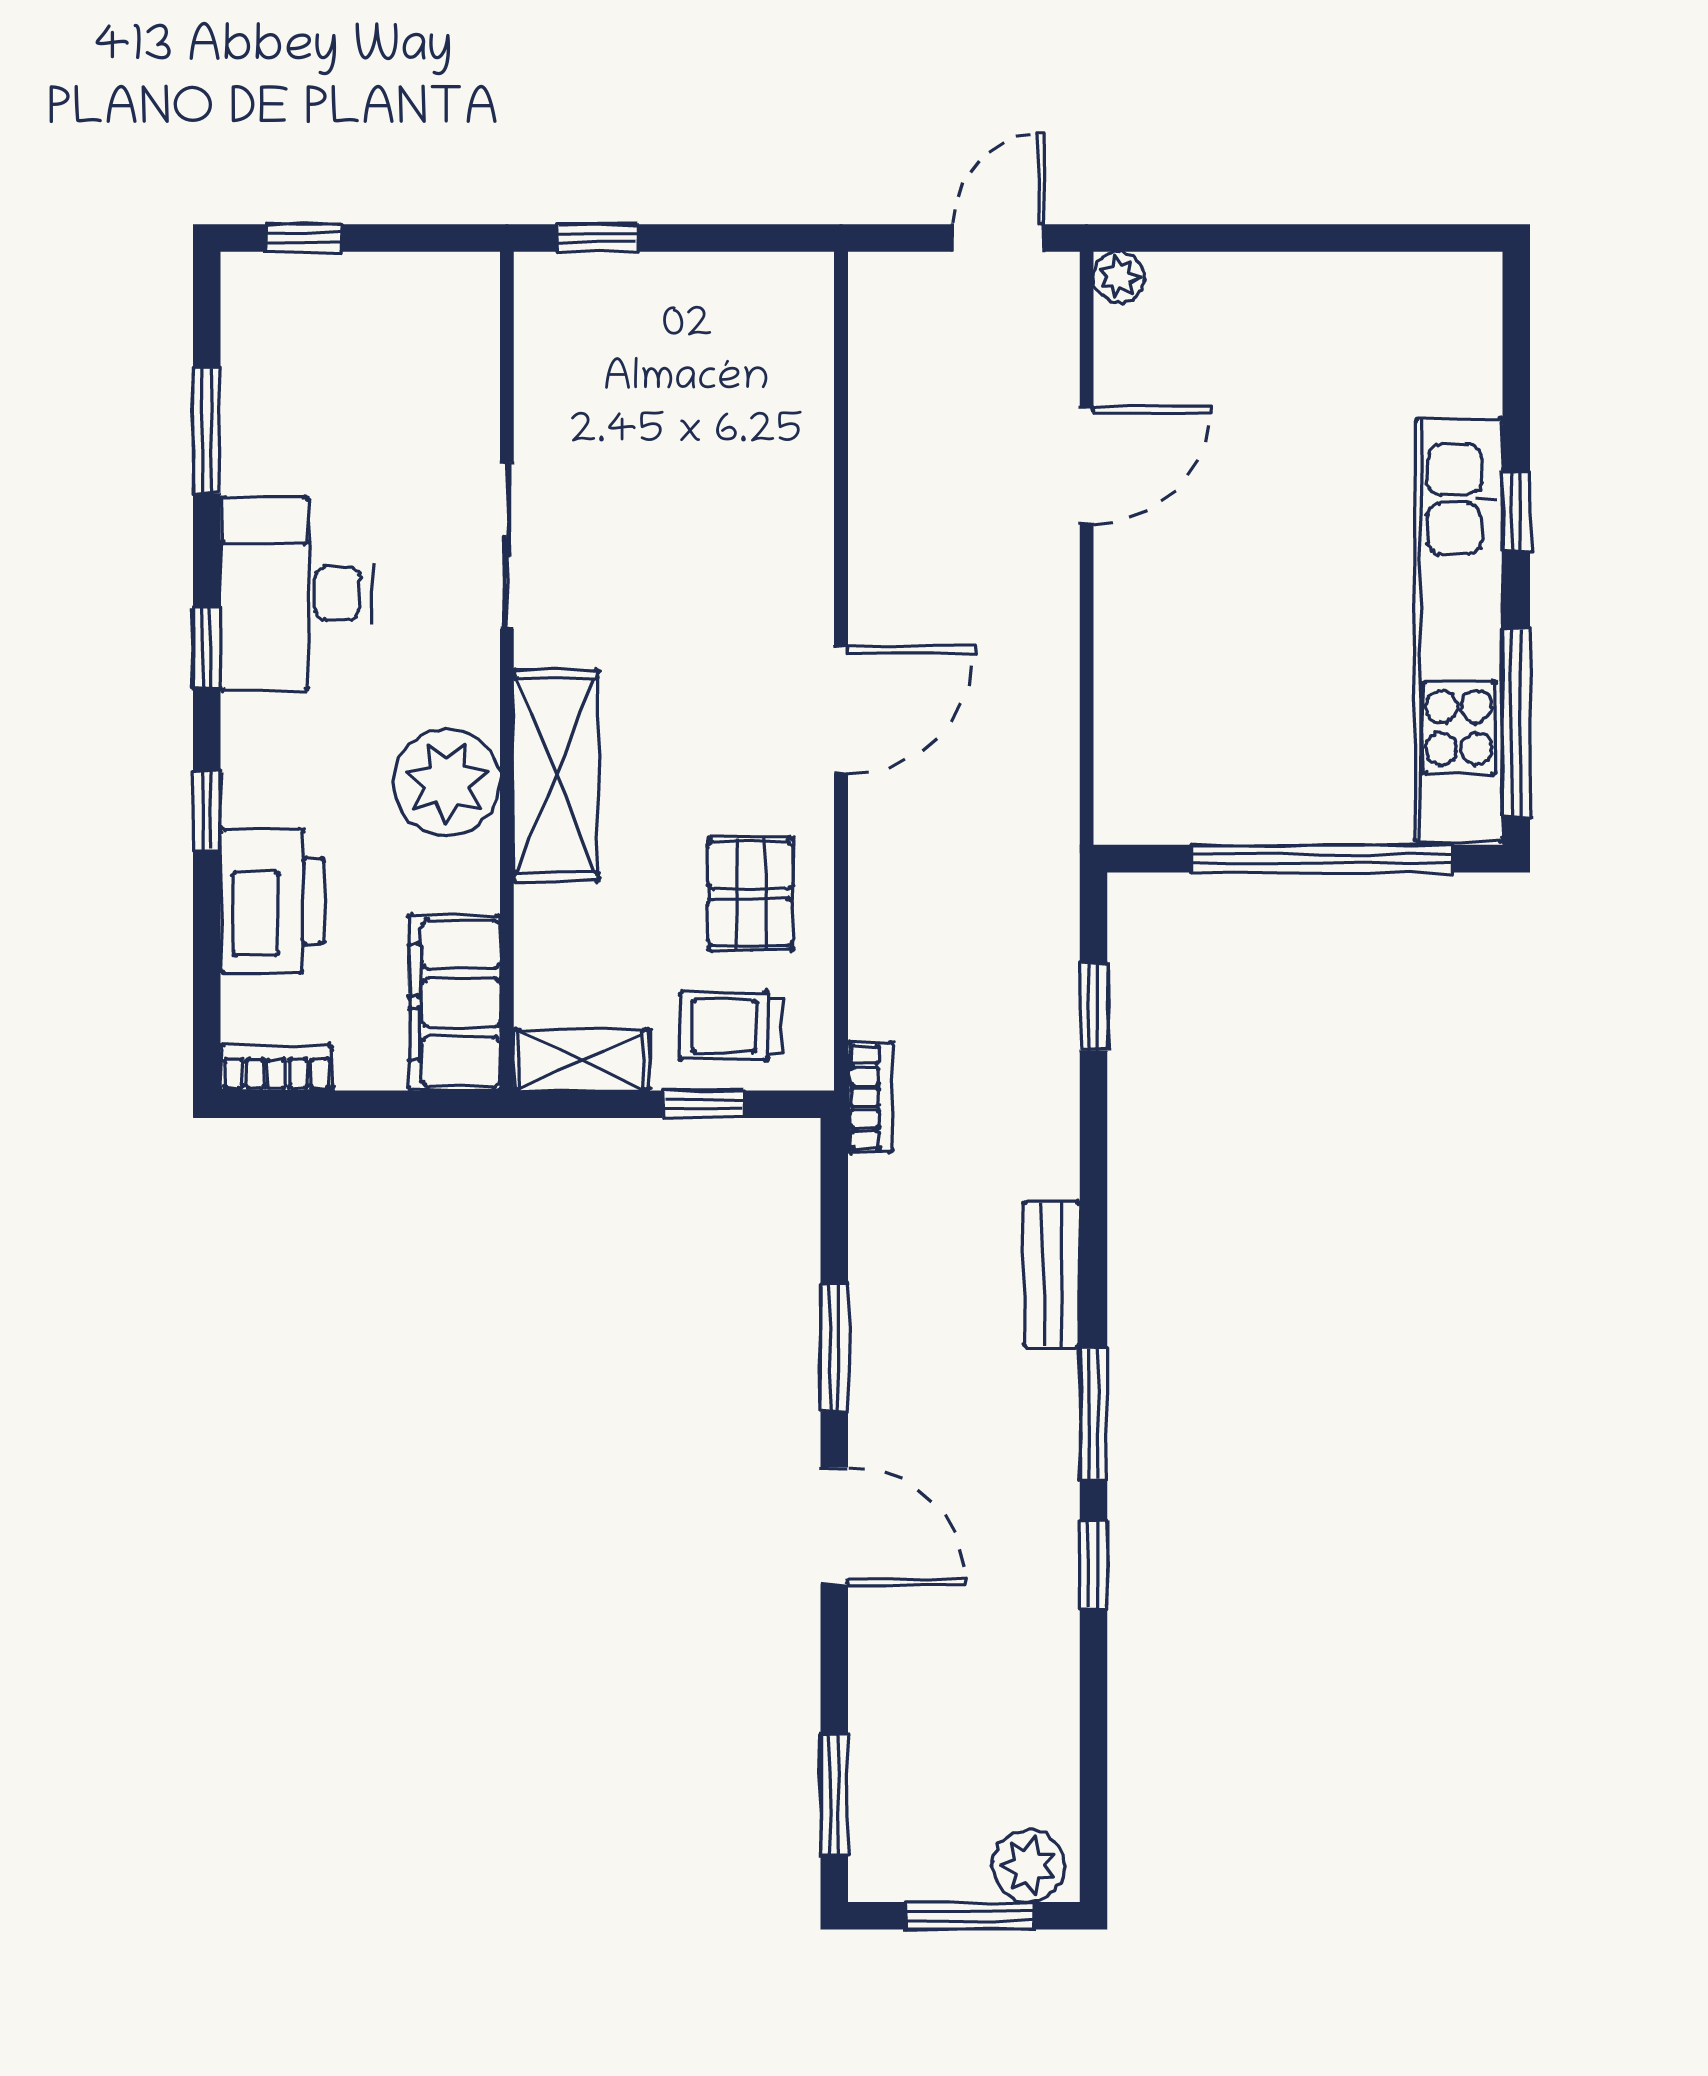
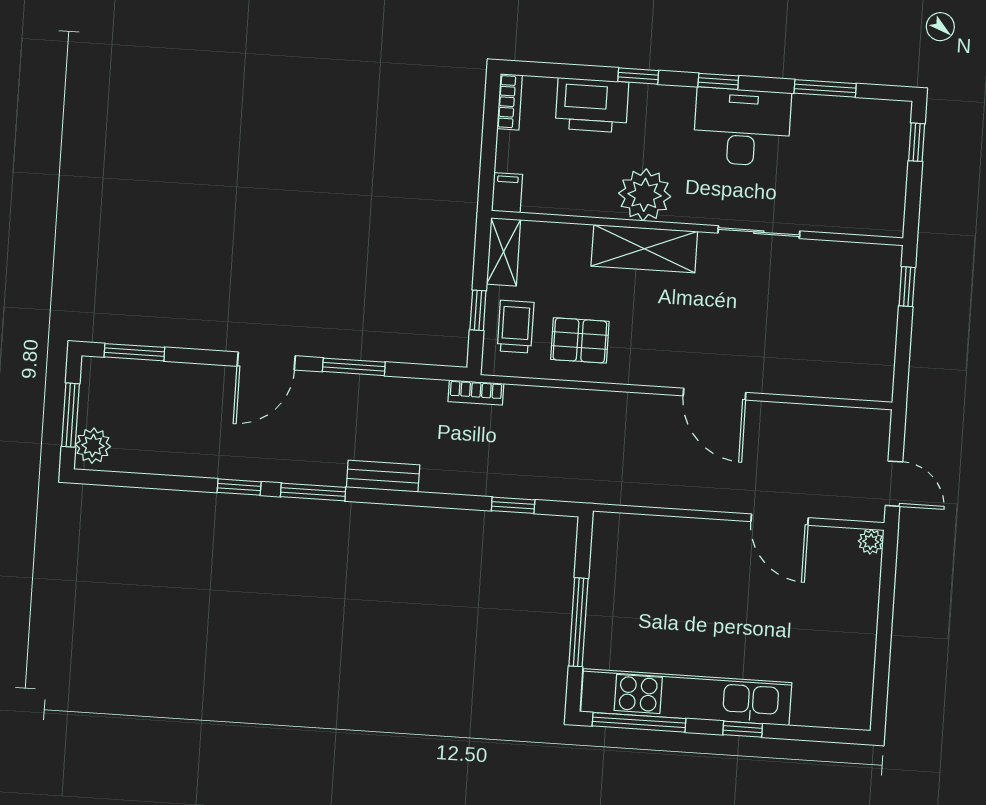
door: (841, 710) -> (715, 394), moved
window: (1322, 859) -> (578, 622), width x0.68
filing cabinet: (454, 1003) -> (507, 193), width x0.33, depth x0.86

